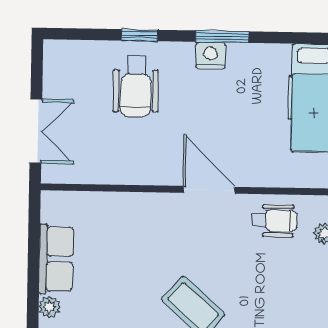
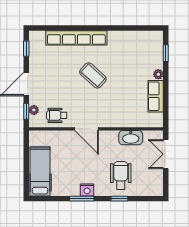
washbasin: (112, 169) -> (131, 138), added

